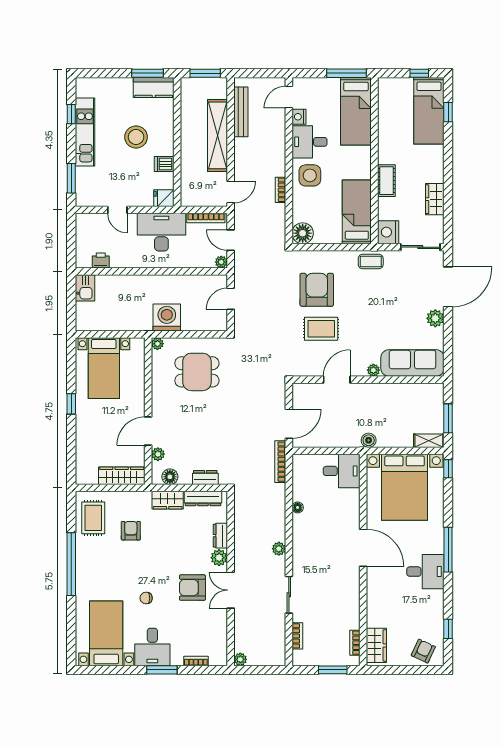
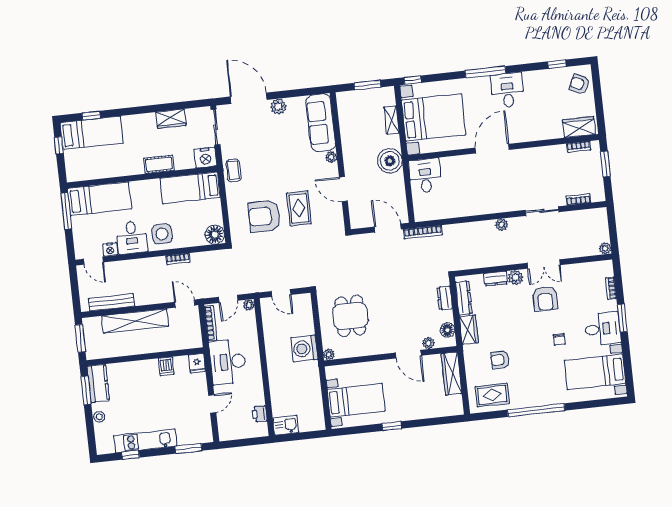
stool: (136, 137) -> (99, 417), moved, width x0.53, depth x0.53
boiler: (369, 440) -> (390, 161), width x1.86, depth x1.86
shelving: (429, 441) -> (391, 120), moved
floor lamp: (298, 507) -> (462, 212), removed

